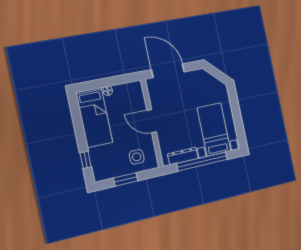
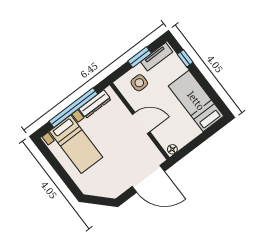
floor lamp: (108, 91) -> (172, 149), moved
tv unit: (111, 173) -> (157, 57), added

